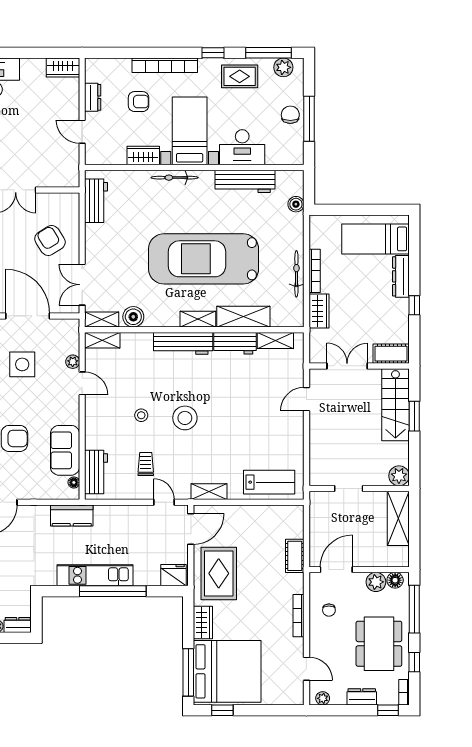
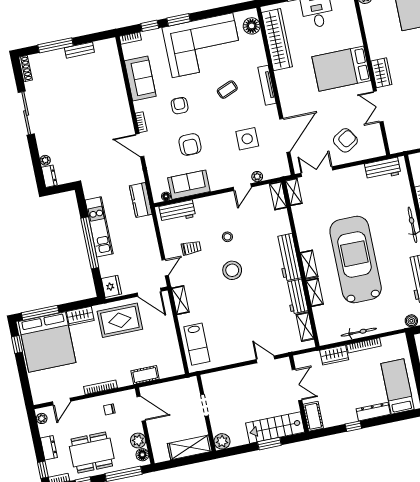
boiler: (133, 317) -> (301, 215), removed
shelving: (243, 317) -> (315, 292), width x0.67, depth x0.75

